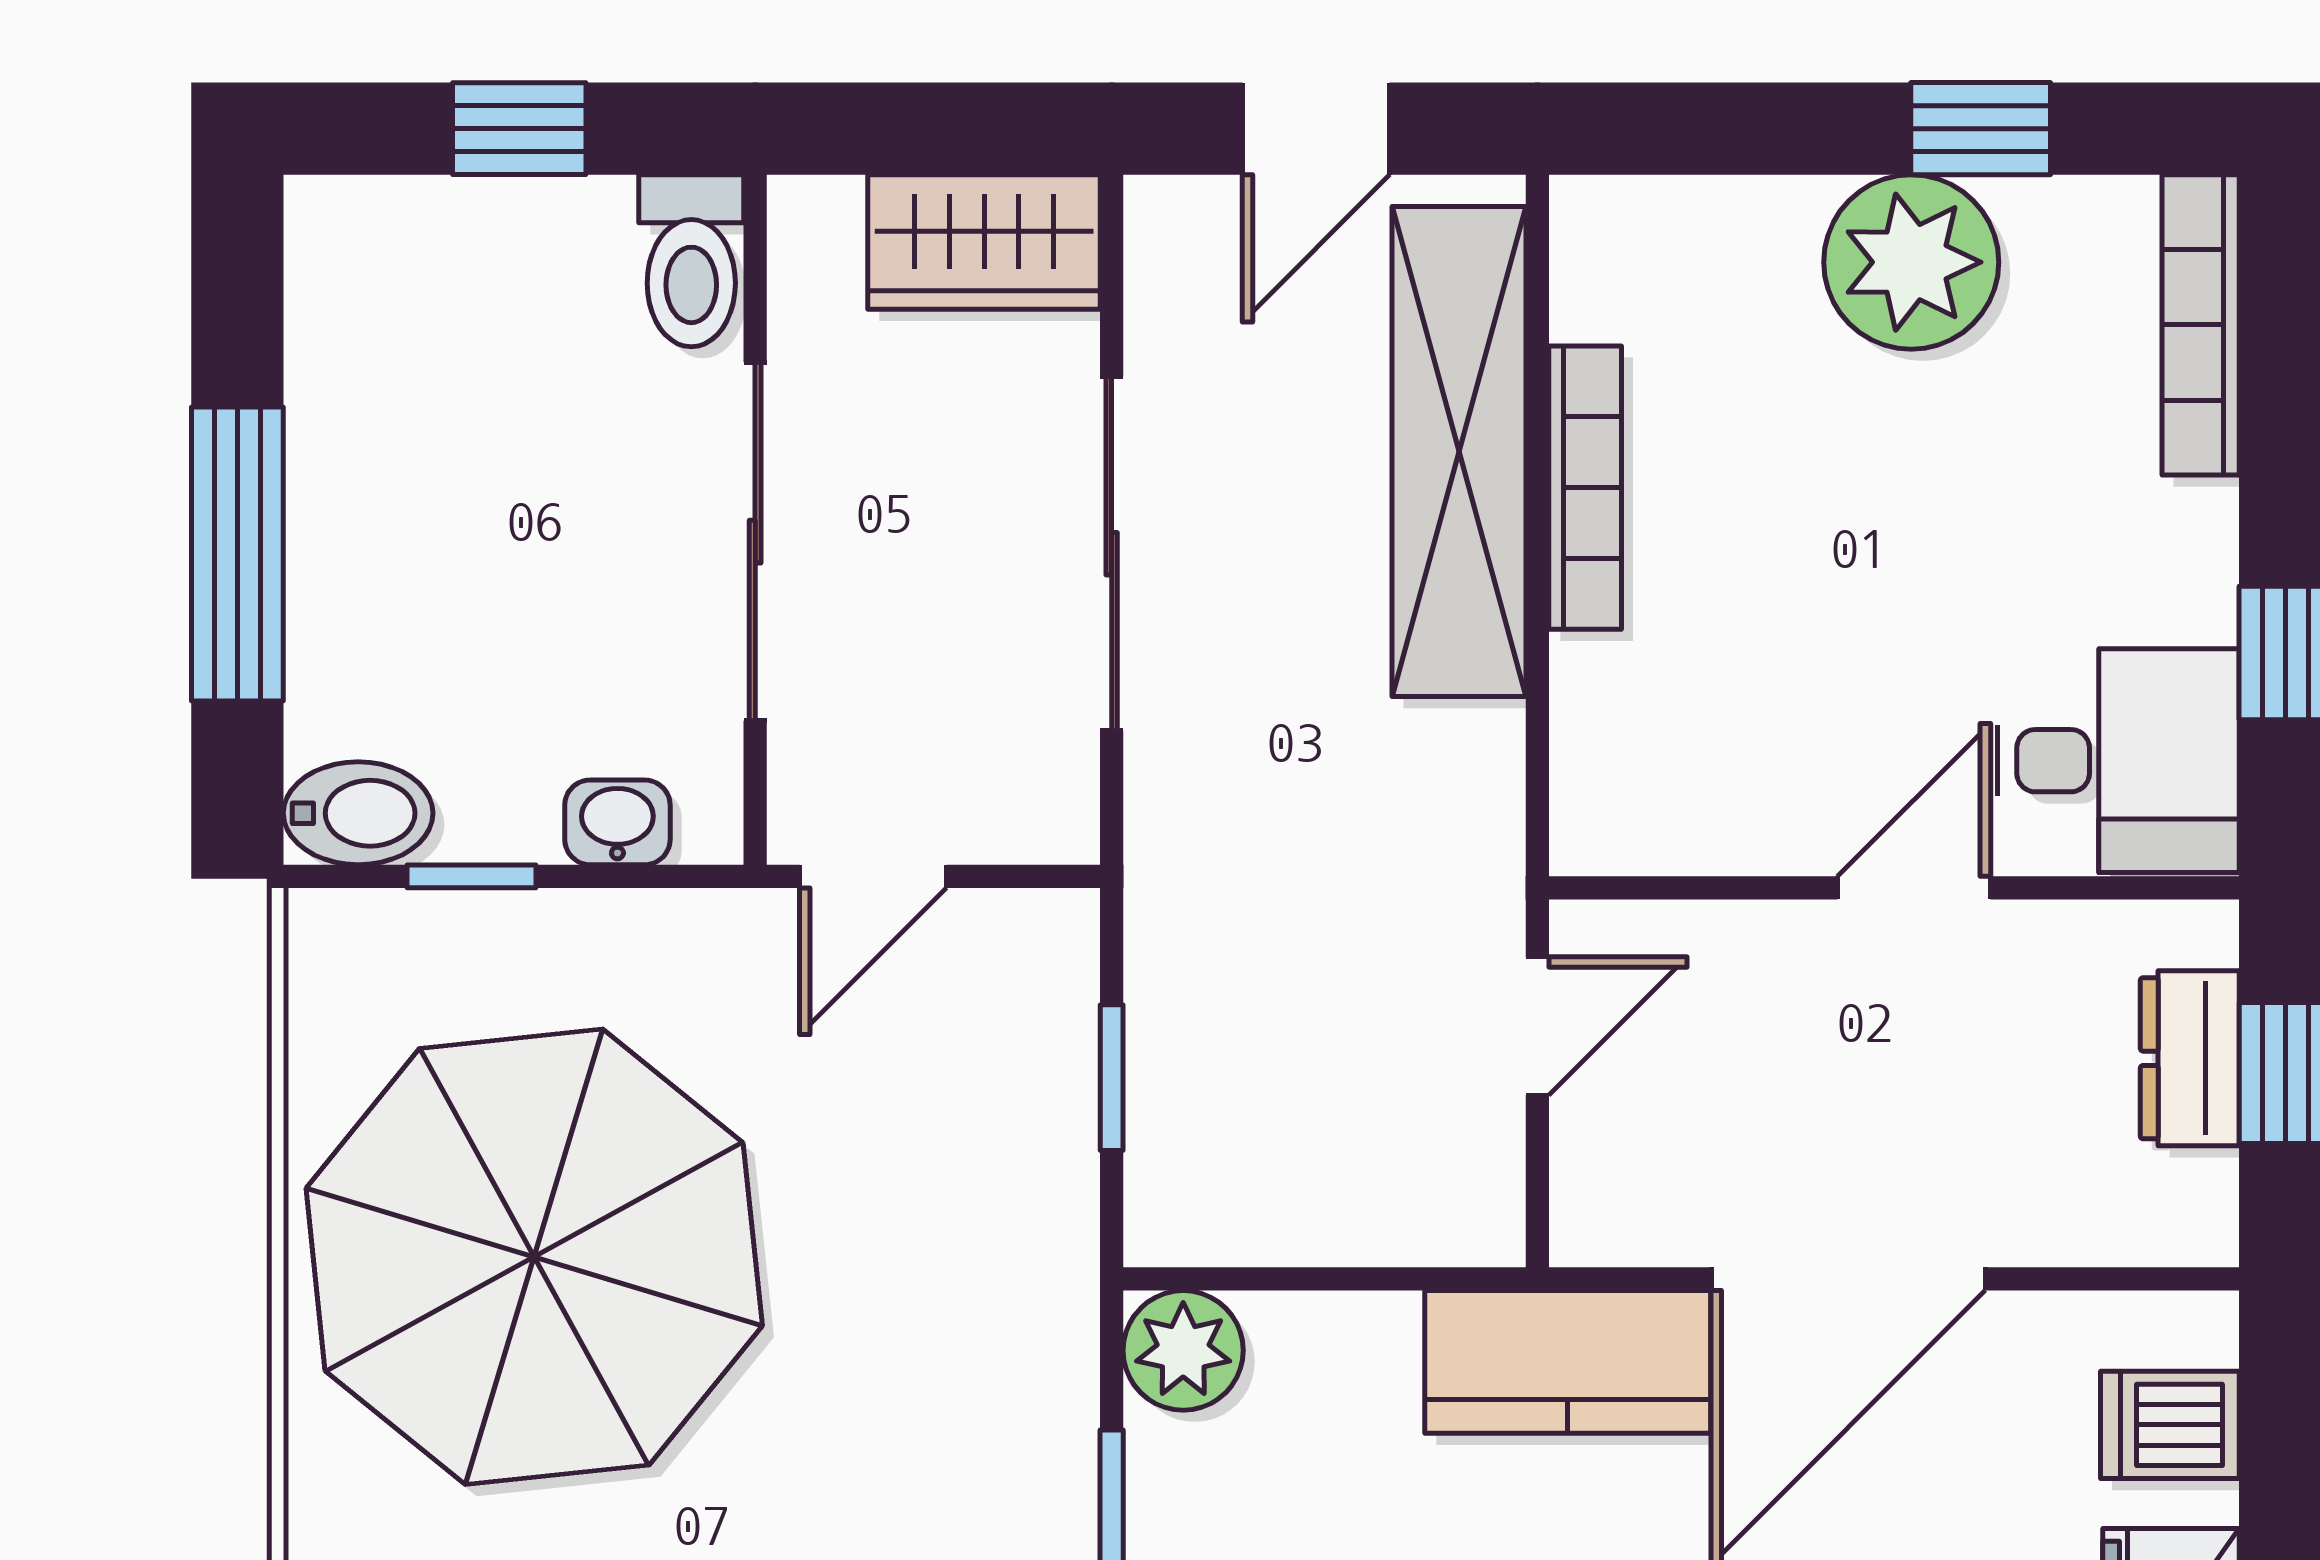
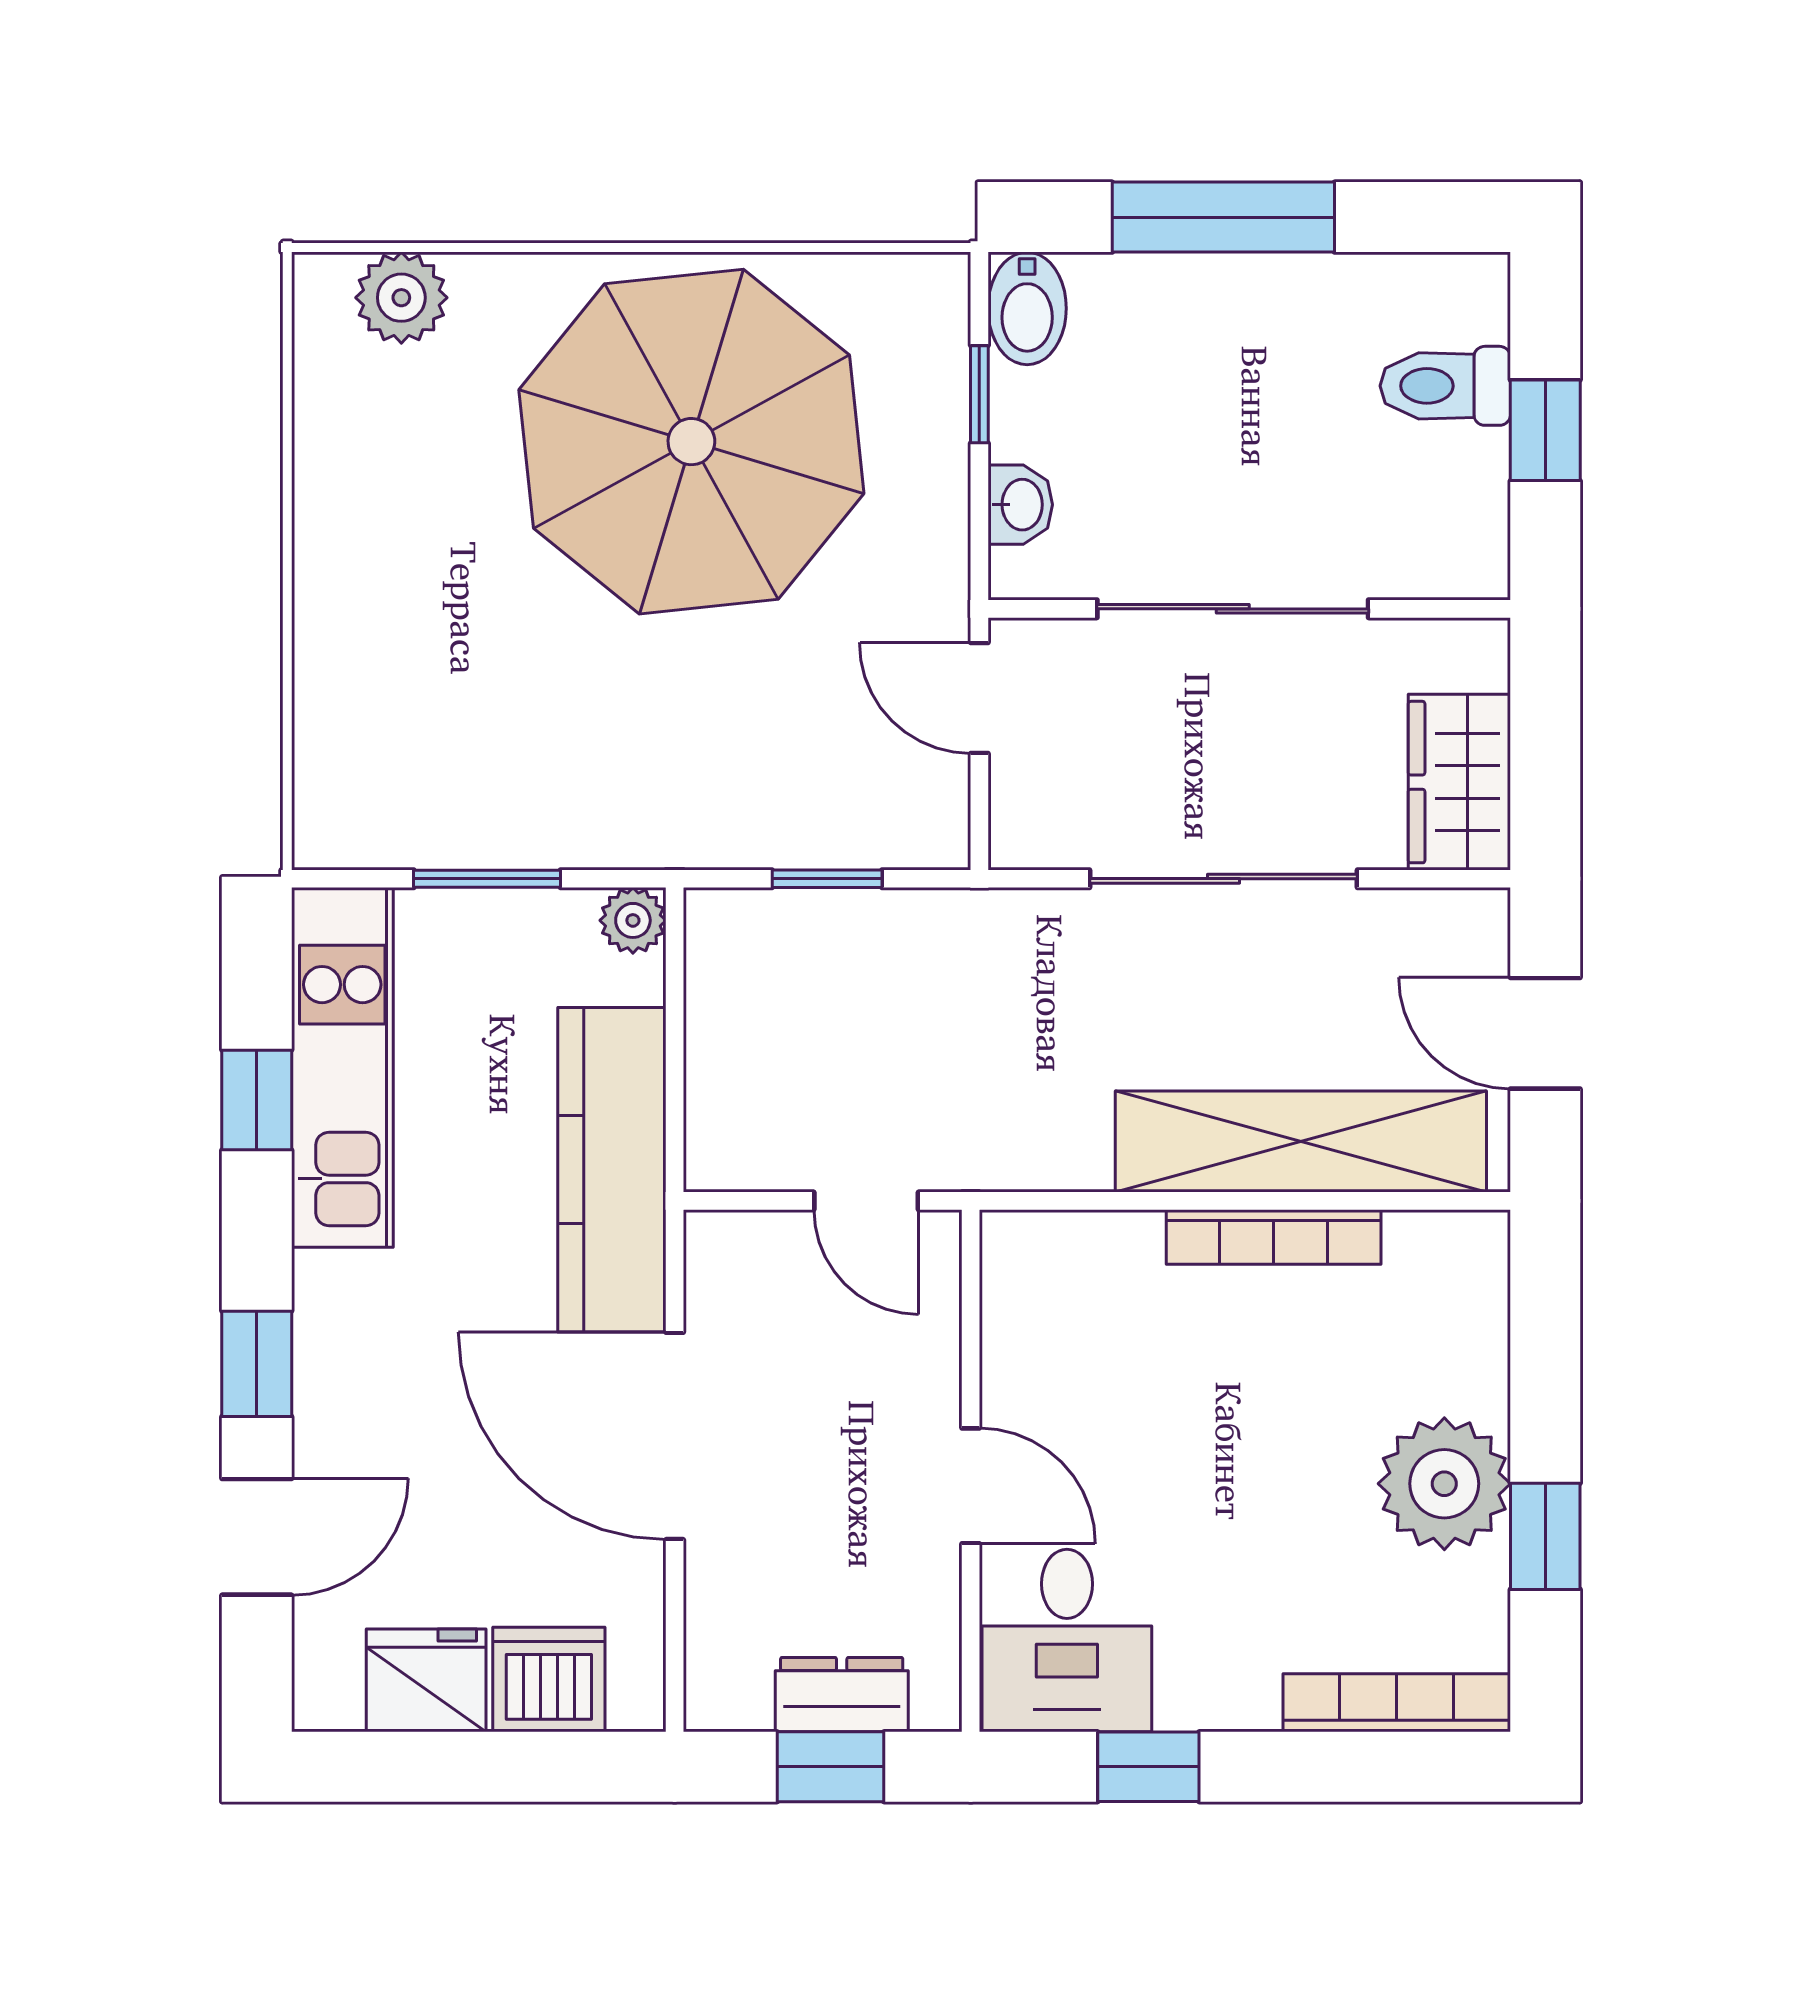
toilet: (691, 261) -> (1445, 386), moved
plant: (1183, 1350) -> (633, 920), width x0.73, depth x0.73
kitchen counter: (1568, 1362) -> (612, 1170), width x1.50
dishwasher: (2170, 1425) -> (549, 1680), width x1.38

